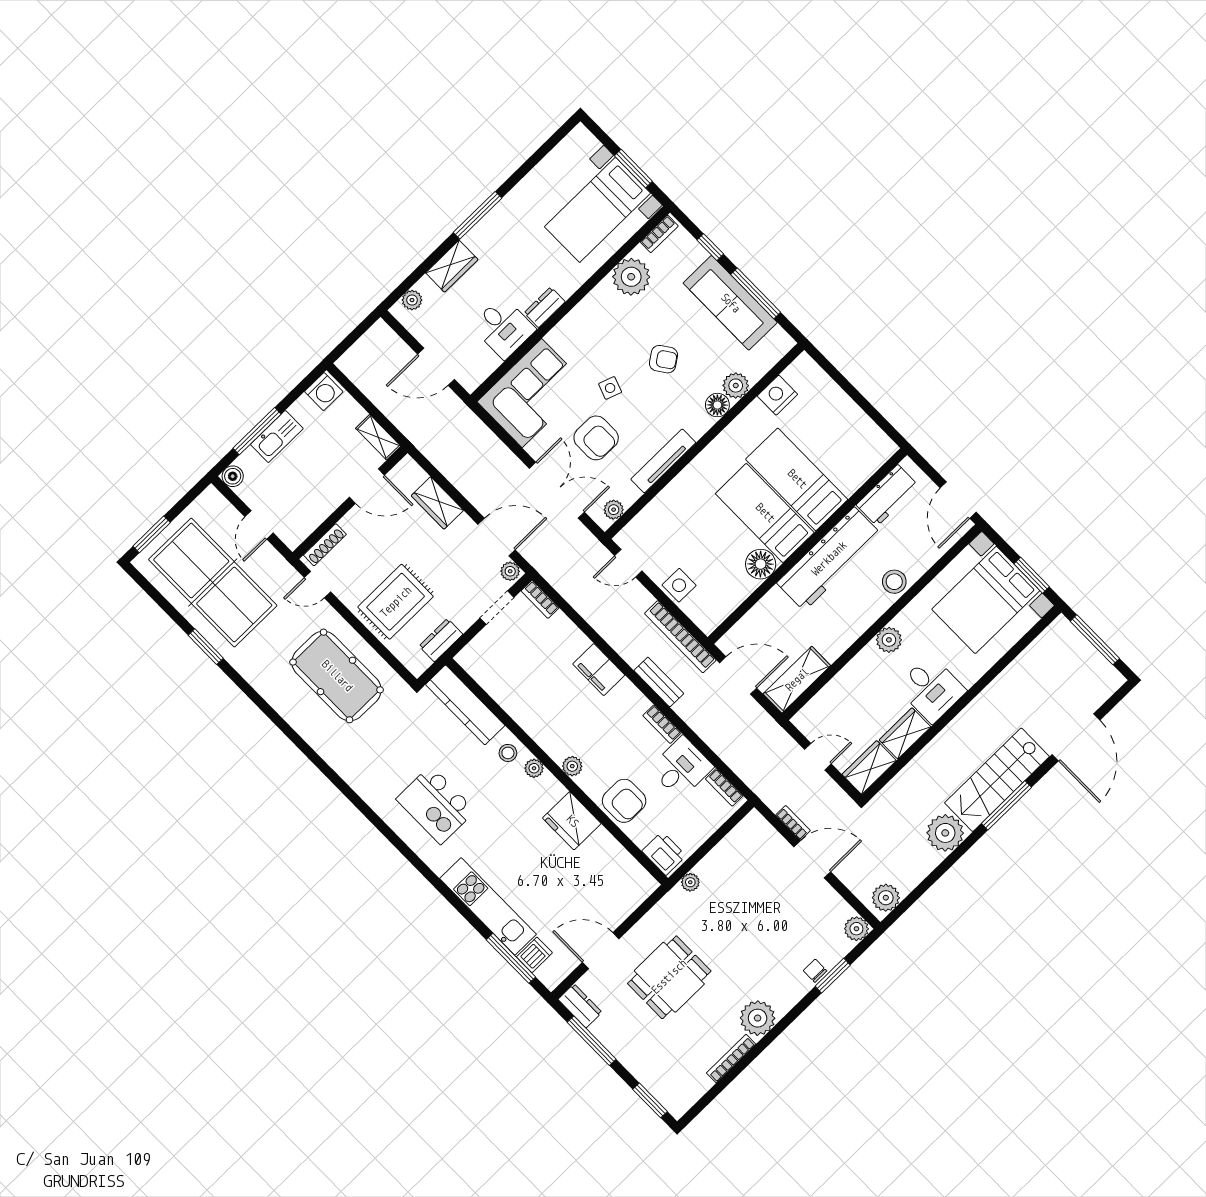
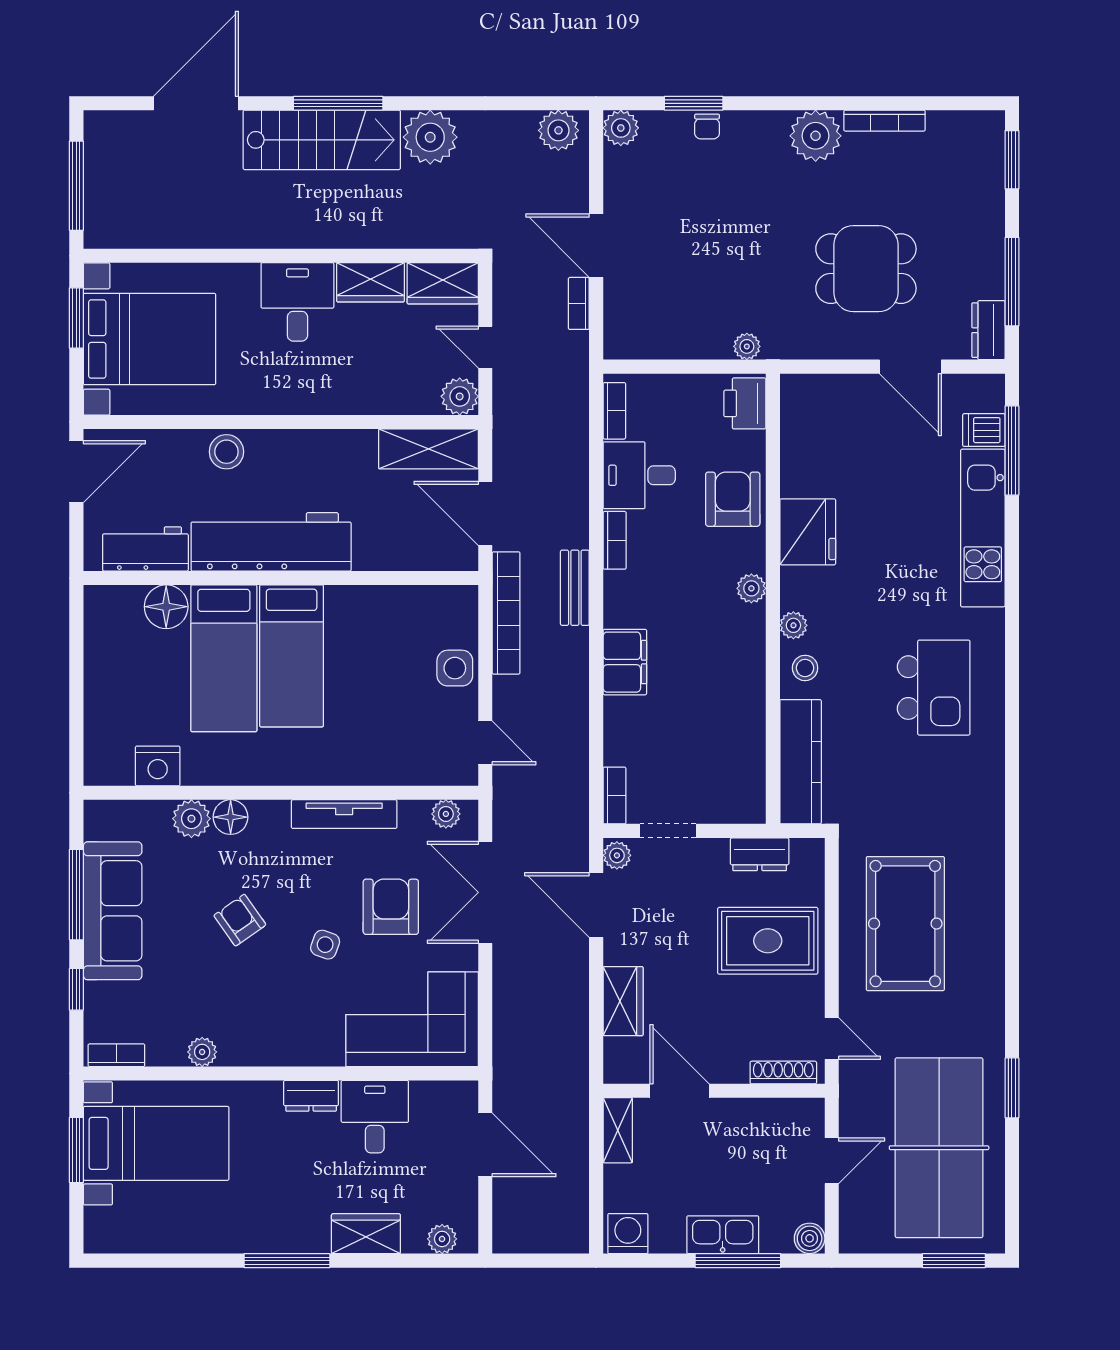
plant: (631, 277) -> (202, 1052), width x0.53, depth x0.53
floor lamp: (761, 564) -> (166, 607), moved
plant: (889, 640) -> (460, 396), moved

